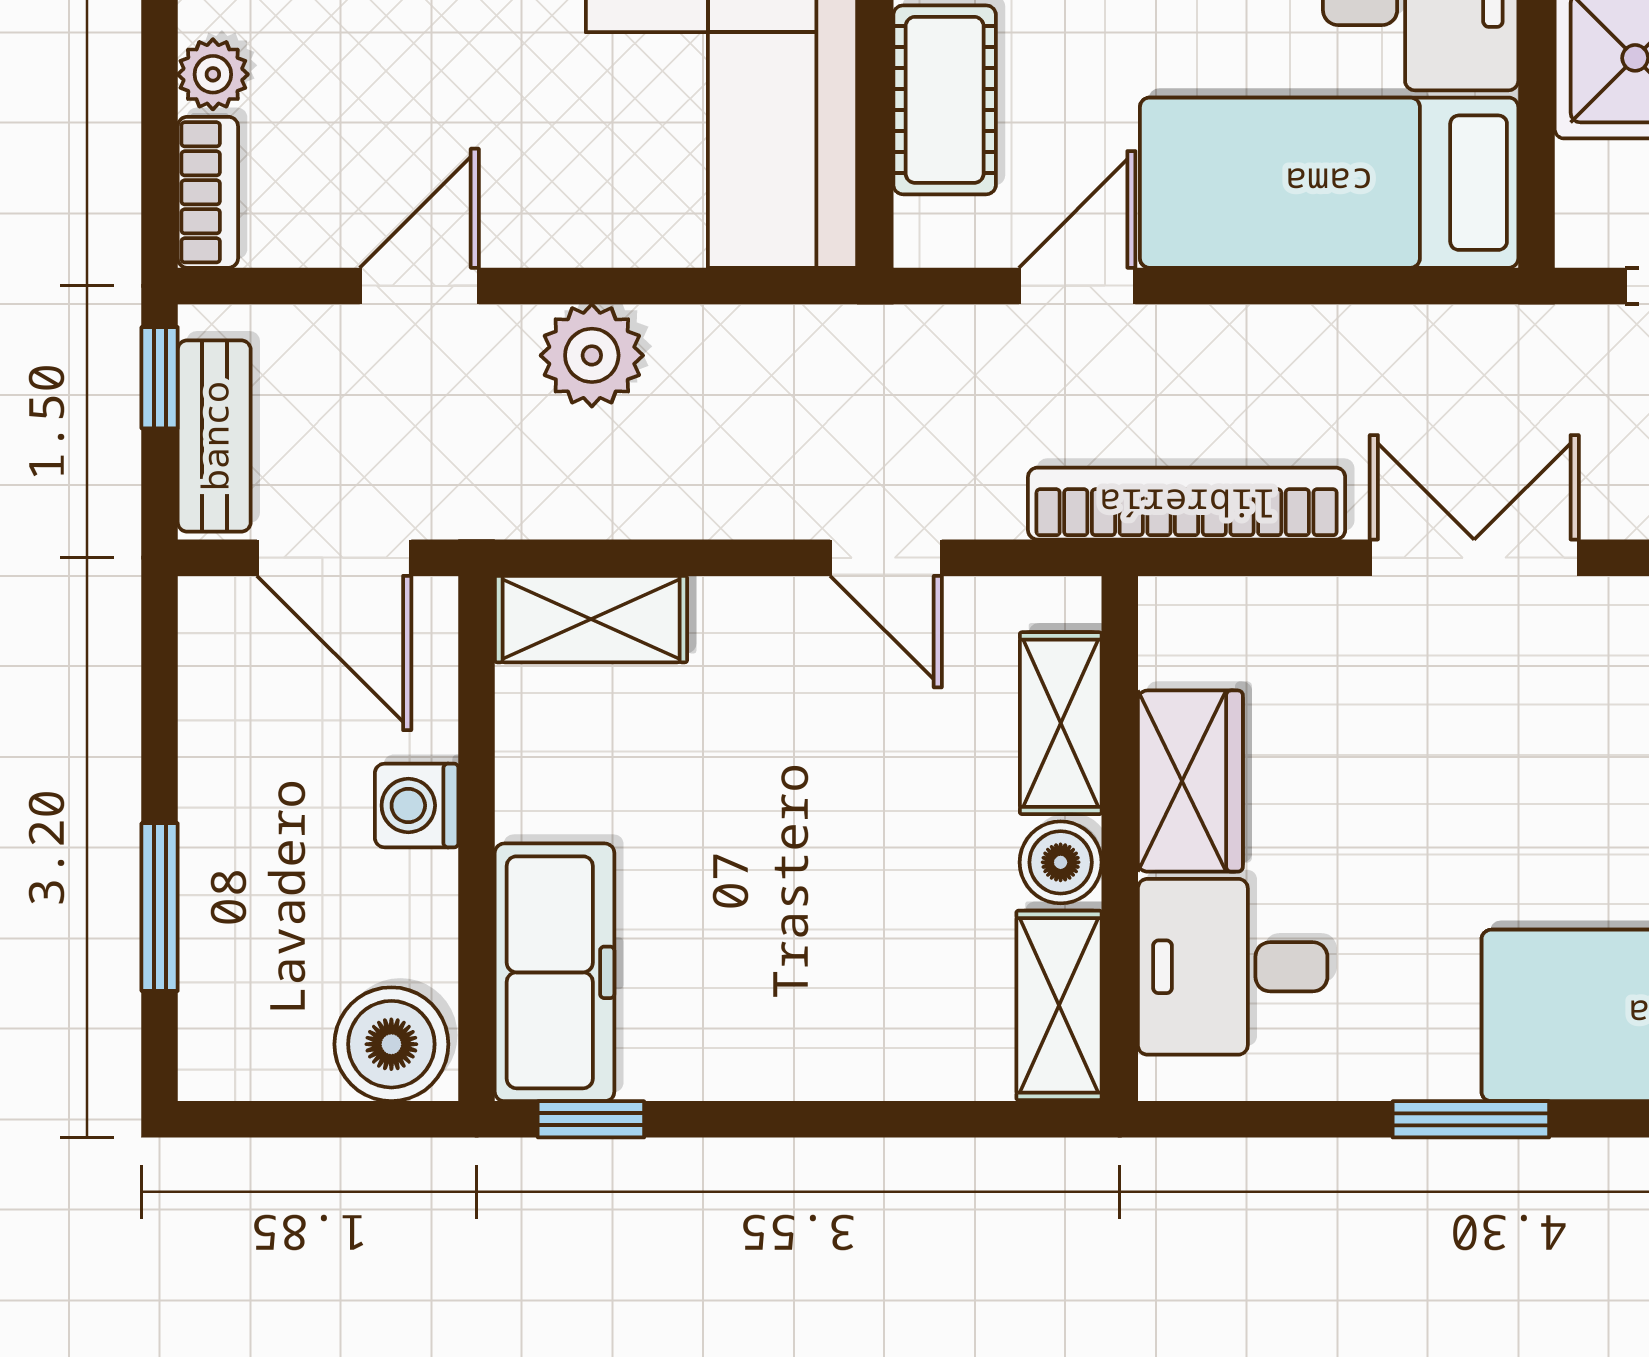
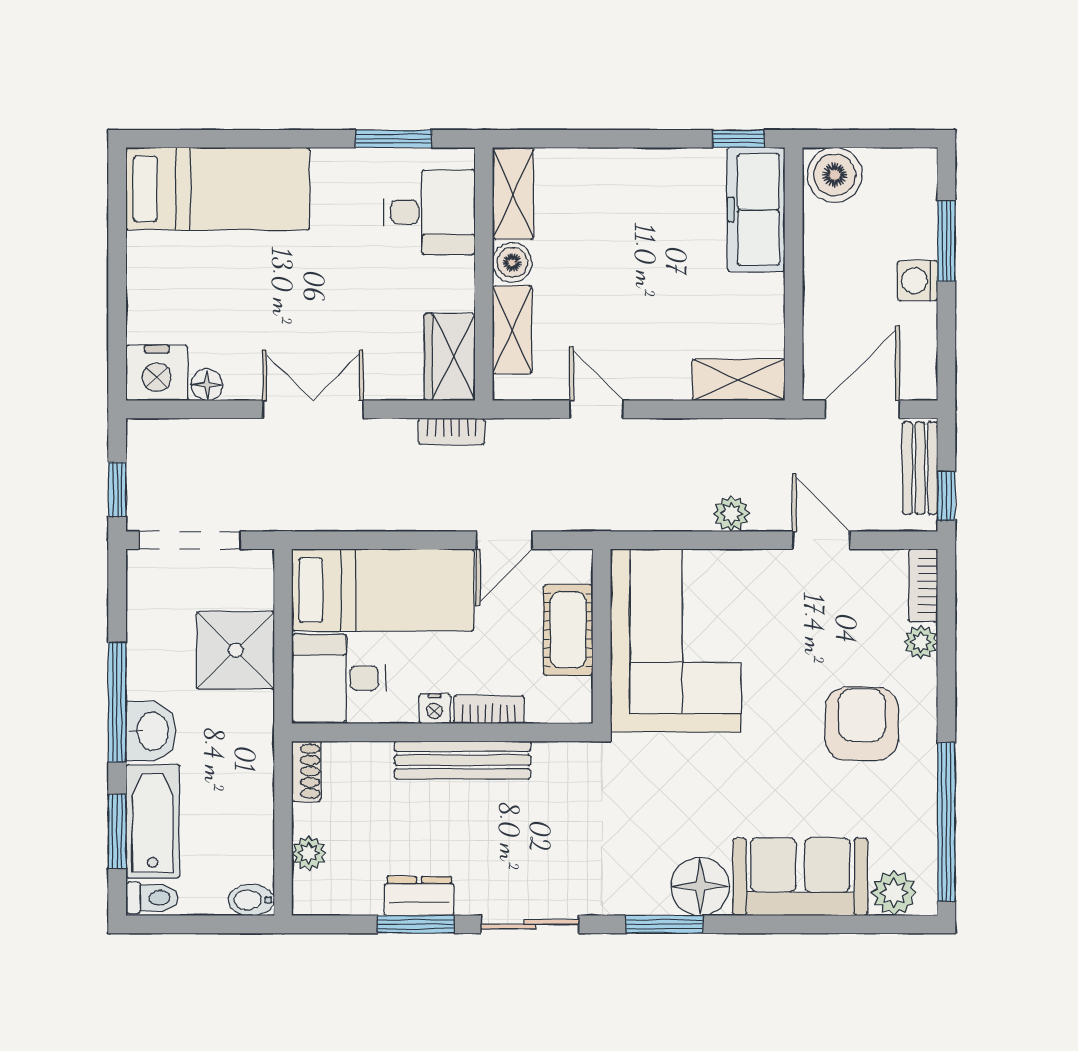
door: (419, 286) -> (821, 540), swing flipped
plant: (592, 355) -> (731, 514), width x0.73, depth x0.73
bookcase: (1187, 504) -> (452, 431), width x0.43, depth x0.76
door: (334, 558) -> (862, 409), hinge flipped
double door: (1474, 558) -> (313, 409), swing flipped
wardrobe: (1190, 781) -> (450, 357), moved
washing machine: (417, 805) -> (918, 281), moved, turned 180
window: (1471, 1119) -> (394, 139), moved

